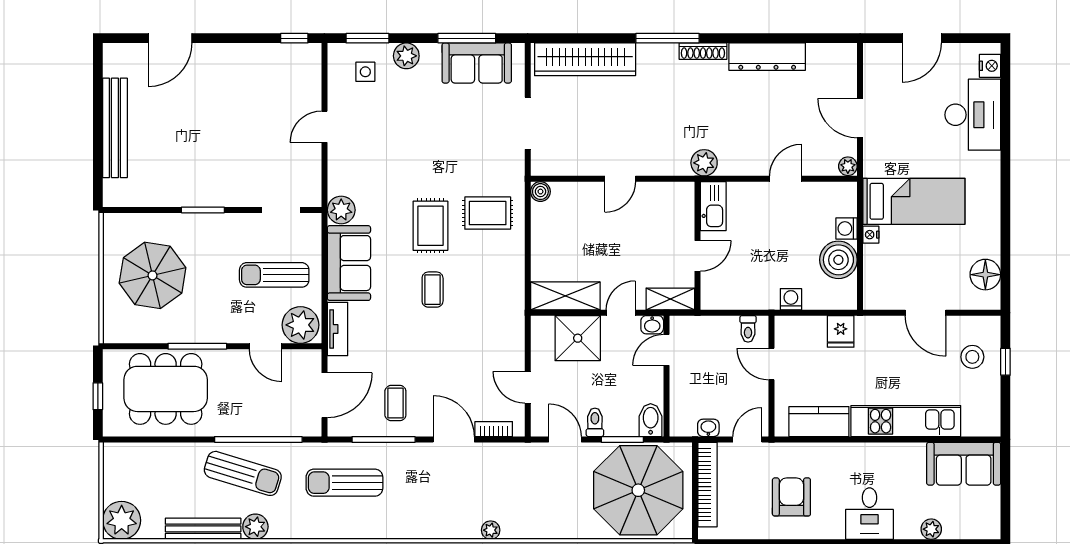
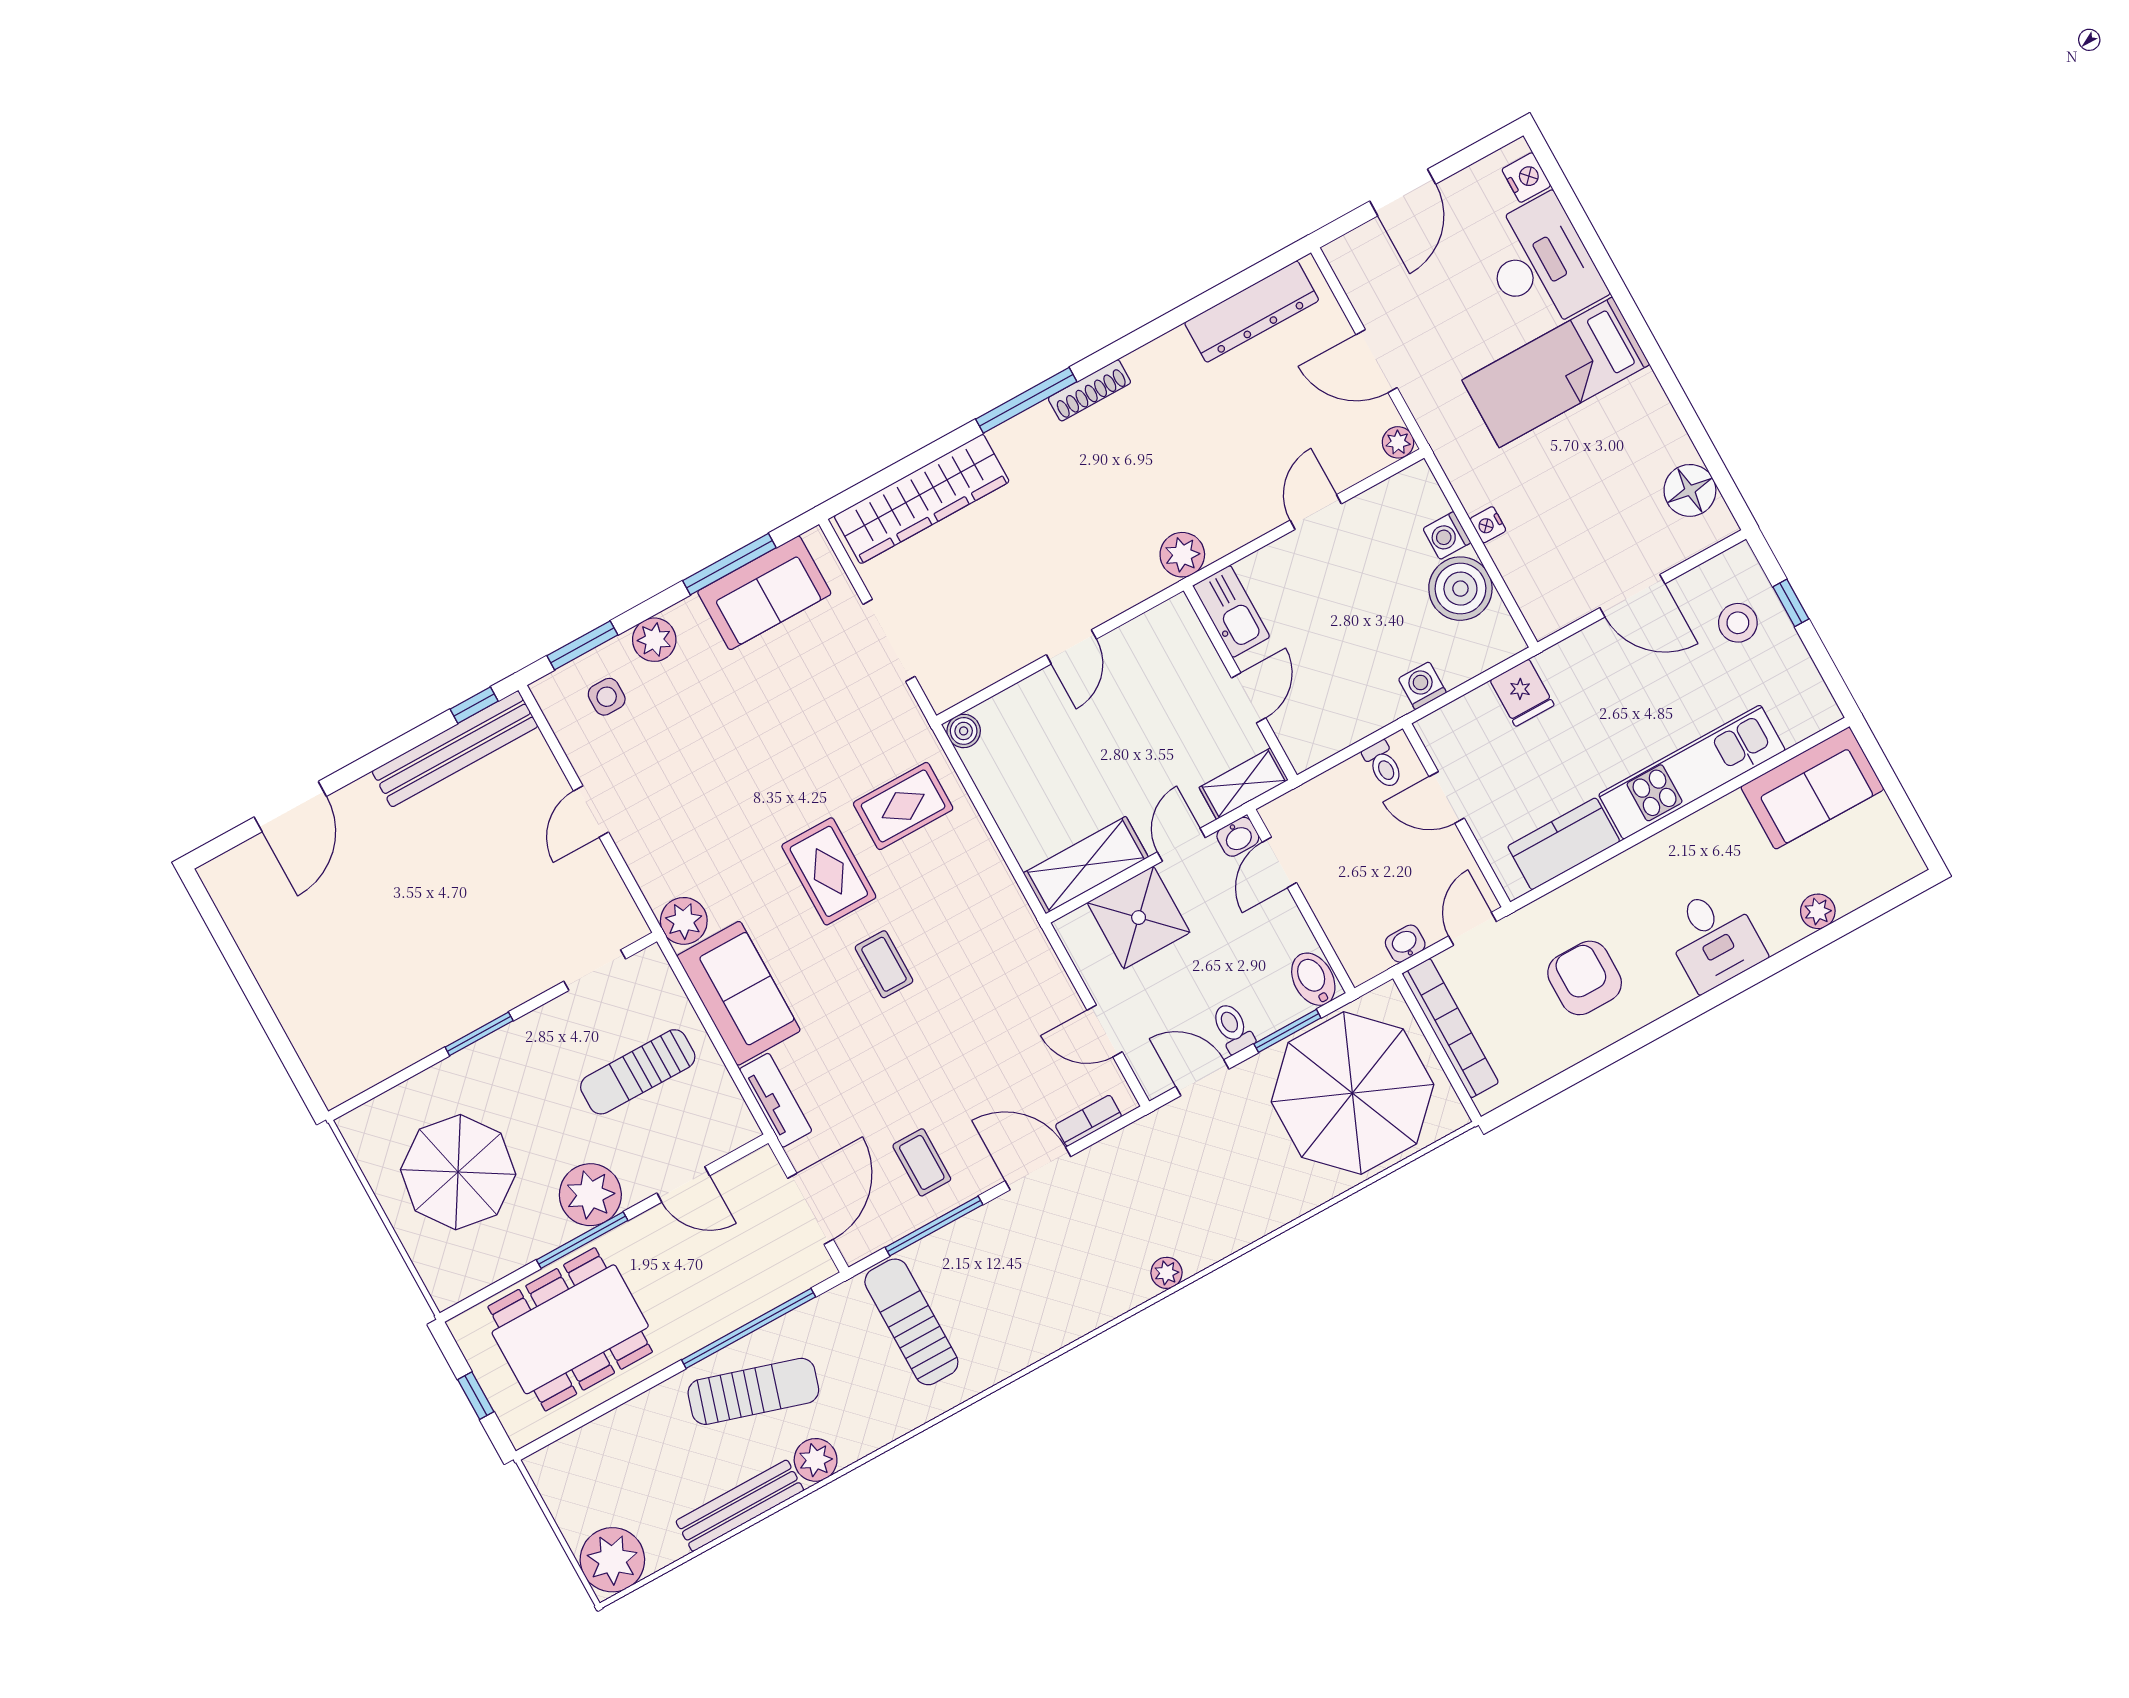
dresser: (767, 57) -> (1252, 311), moved
bench: (115, 128) -> (455, 749), moved, turned 90
bed: (914, 201) -> (1556, 372), moved, turned 180
plant: (301, 325) -> (590, 1195), moved
sun lounger: (344, 483) -> (911, 1322), turned 90

